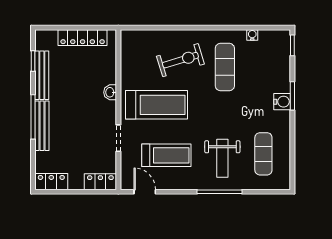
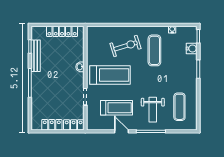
water cooler: (282, 102) -> (192, 48), moved
bench: (42, 126) -> (36, 89), removed
locker: (51, 182) -> (52, 125), moved
door: (145, 192) -> (121, 131), moved

